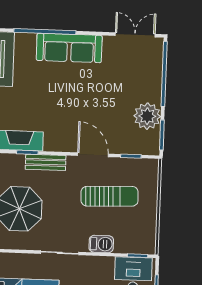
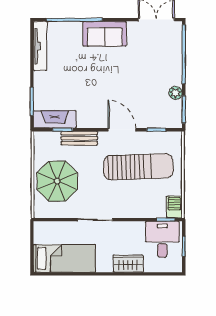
sofa: (69, 48) -> (105, 34), width x0.73
plant: (147, 116) -> (176, 93), width x0.53, depth x0.53
sun lounger: (110, 196) -> (138, 167), width x1.36, depth x1.34
barbecue: (101, 244) -> (174, 207), moved, turned -90

